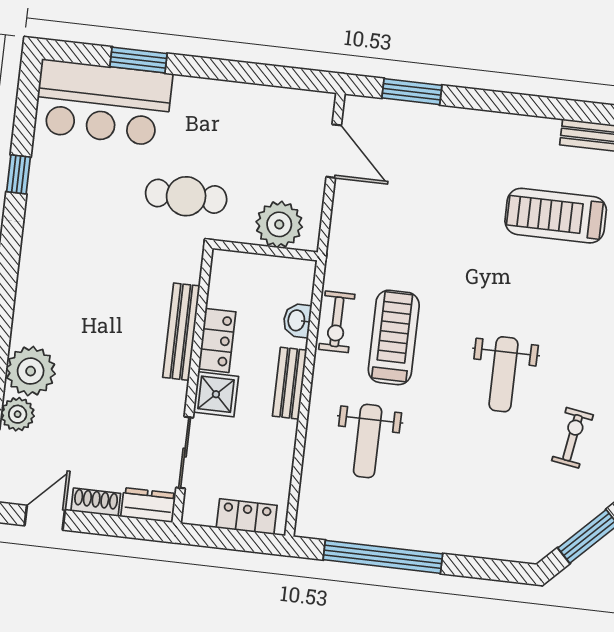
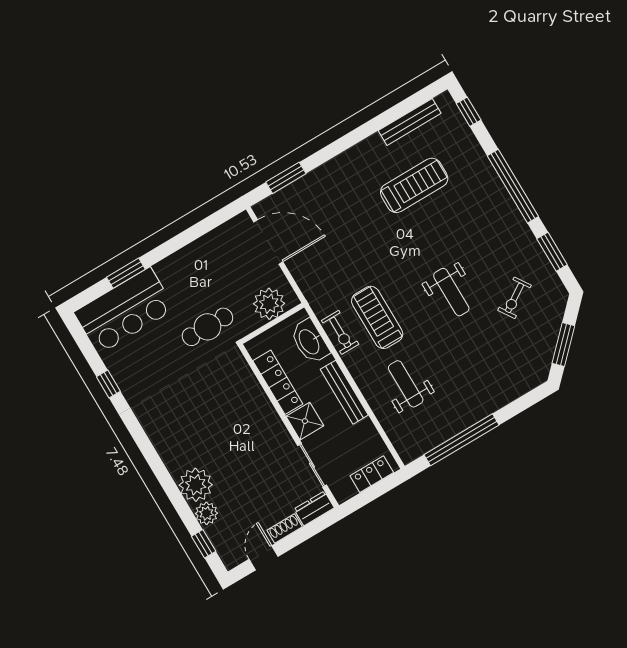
door: (334, 151) -> (268, 242), width x1.36
treadmill: (556, 216) -> (414, 185), turned 180
washbasin: (297, 320) -> (310, 341), width x1.91, depth x1.45
bench: (181, 332) -> (261, 402), removed
locker: (217, 340) -> (278, 382), width x1.53
bench: (290, 383) -> (344, 392), width x1.36
exercise bike: (573, 438) -> (515, 298), turned -132
weight bench: (368, 441) -> (406, 384), turned 180

